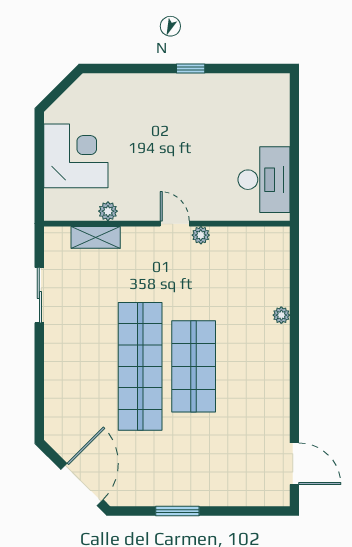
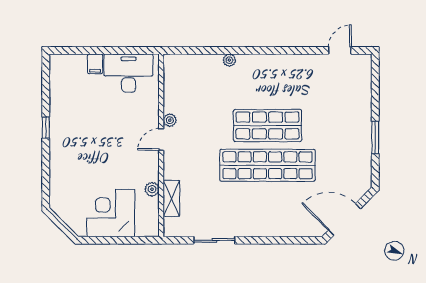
filing cabinet: (276, 135) -> (95, 64), added
door: (294, 464) -> (340, 50), width x0.73
door: (82, 485) -> (344, 219), moved

